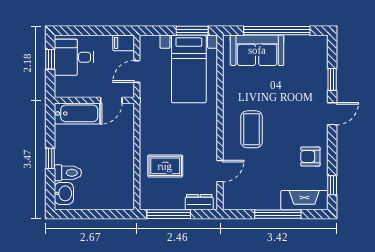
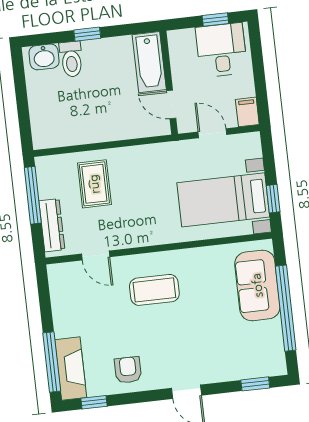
window: (192, 31) -> (273, 199), width x0.67
window: (332, 79) -> (255, 384), moved
dresser: (199, 202) -> (52, 225), width x1.44
window: (278, 214) -> (52, 362), moved

